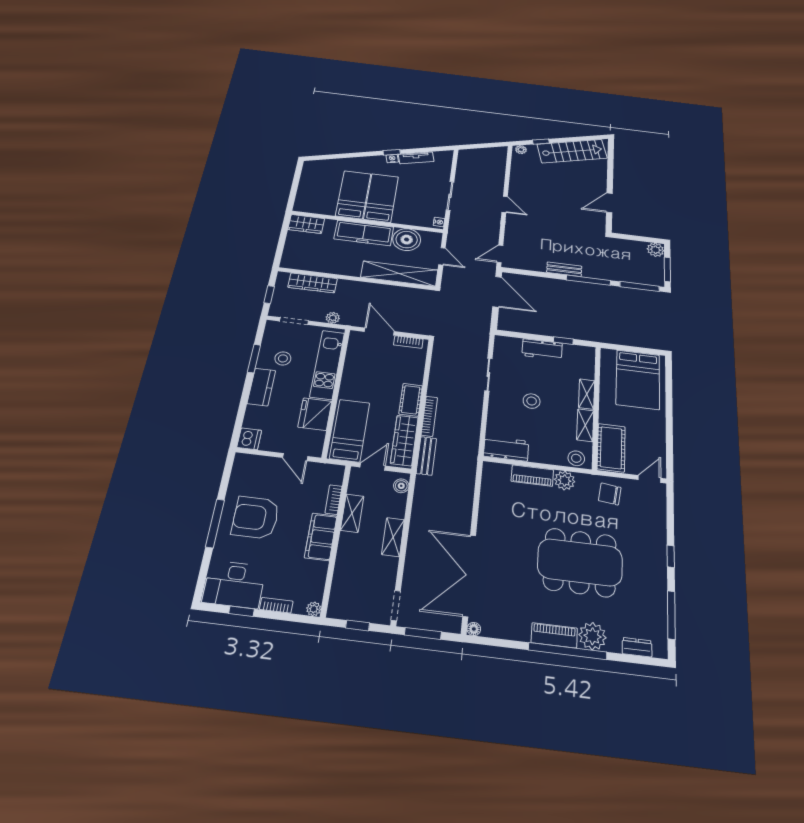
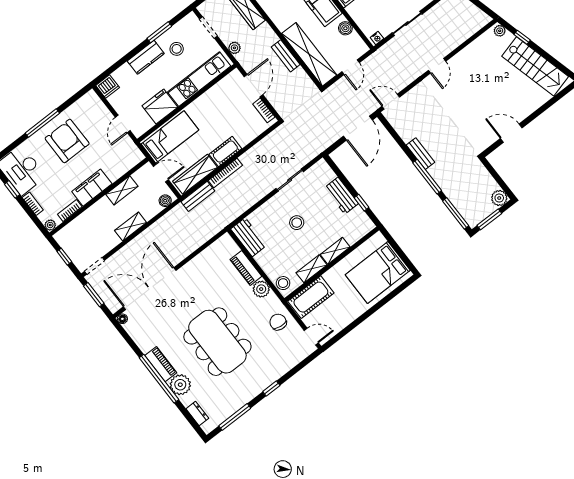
boiler: (407, 240) -> (345, 28), width x0.54, depth x0.54
bench: (382, 290) -> (286, 56), added
bookcase: (334, 500) -> (70, 211), moved

